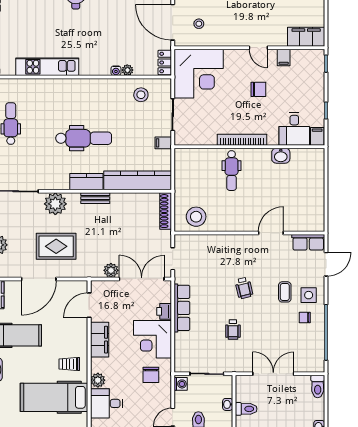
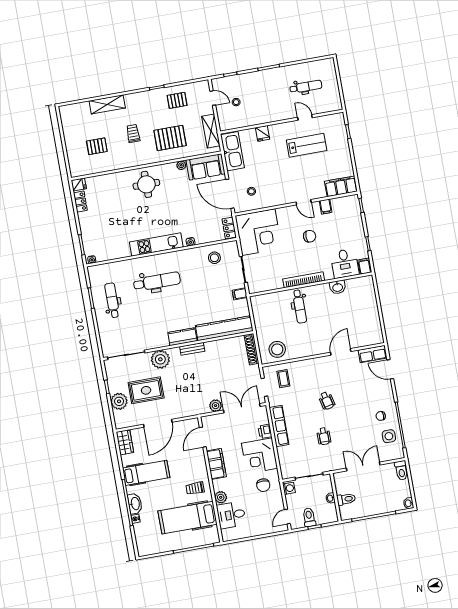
kitchen unit: (47, 67) -> (156, 245), moved
plant: (127, 70) -> (200, 240), removed
dental chair: (84, 138) -> (157, 281), moved
rug: (56, 246) -> (146, 390), moved
door: (326, 264) -> (390, 369), swing flipped
coffee table: (285, 292) -> (283, 379), moved
side table: (309, 295) -> (389, 436), moved

